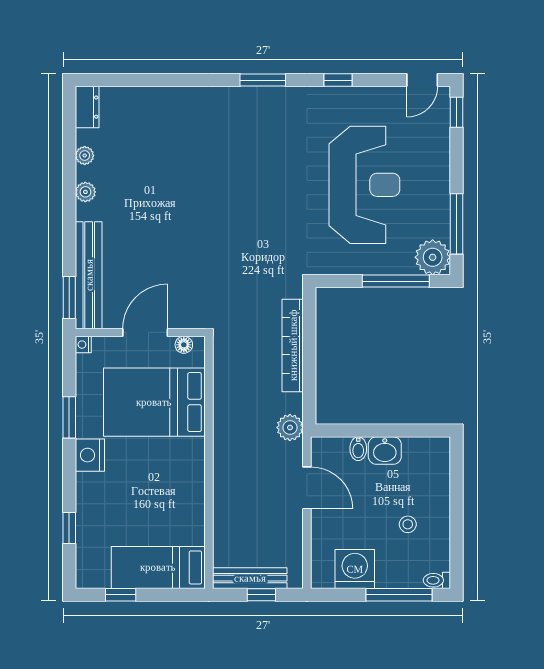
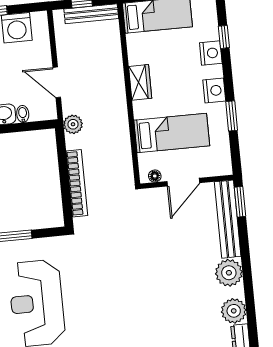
plant: (85, 155) -> (234, 311), width x1.87, depth x1.87
plant: (85, 192) -> (229, 273), width x1.87, depth x1.87
nightstand: (83, 345) -> (211, 53), moved, width x1.89, depth x1.79
bed: (154, 402) -> (172, 133), width x0.67
wardrobe: (191, 477) -> (140, 82), added

